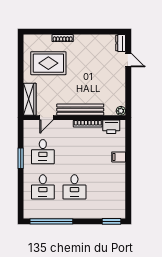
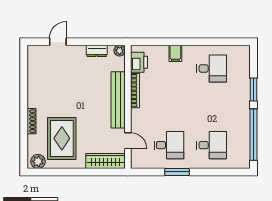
plant: (29, 43) -> (38, 161), added
dresser: (121, 43) -> (97, 51), moved
desk: (74, 187) -> (212, 68), moved
window: (111, 221) -> (253, 89), moved

